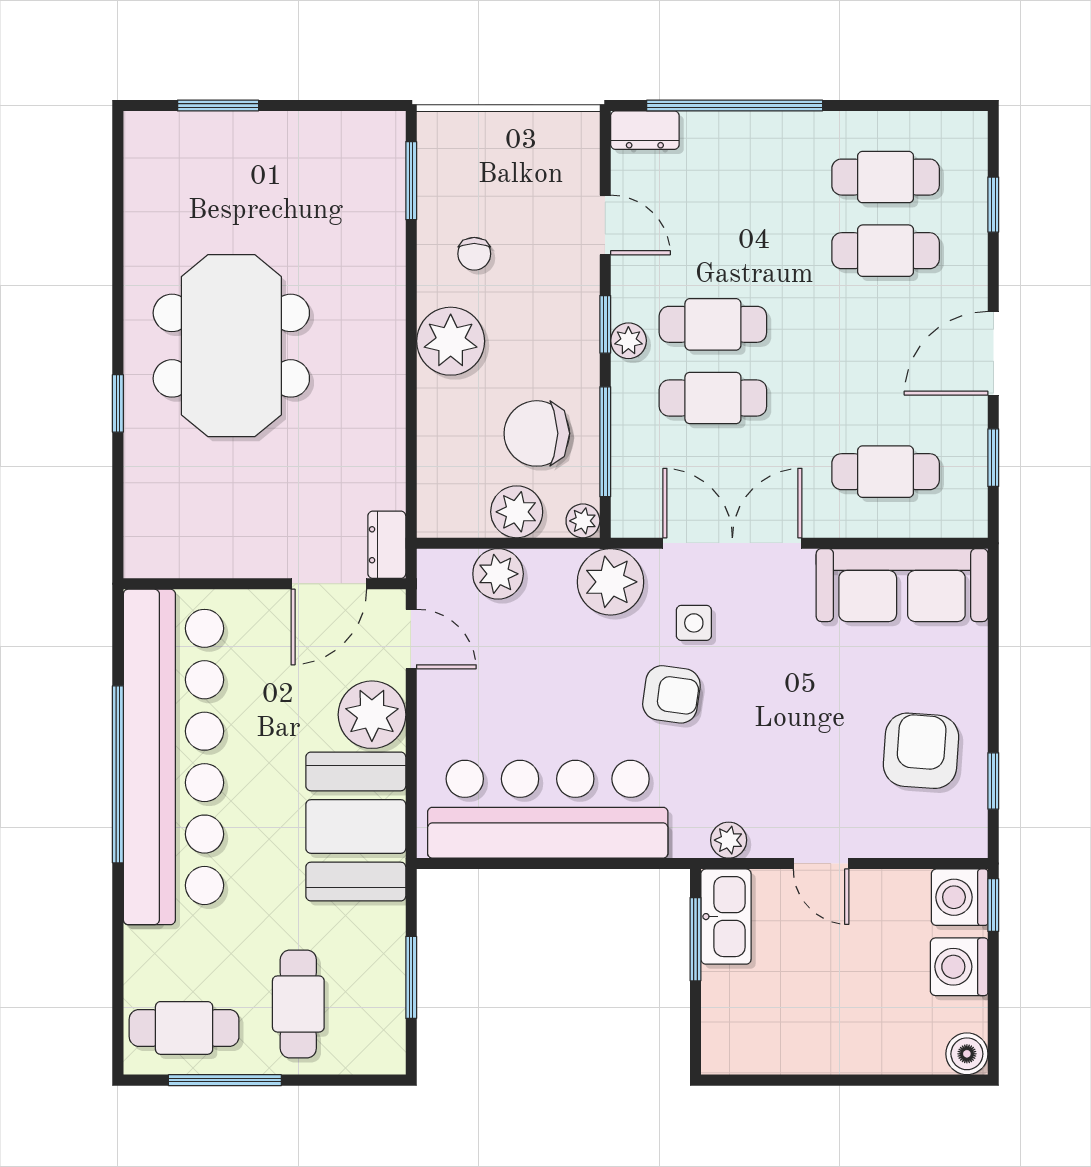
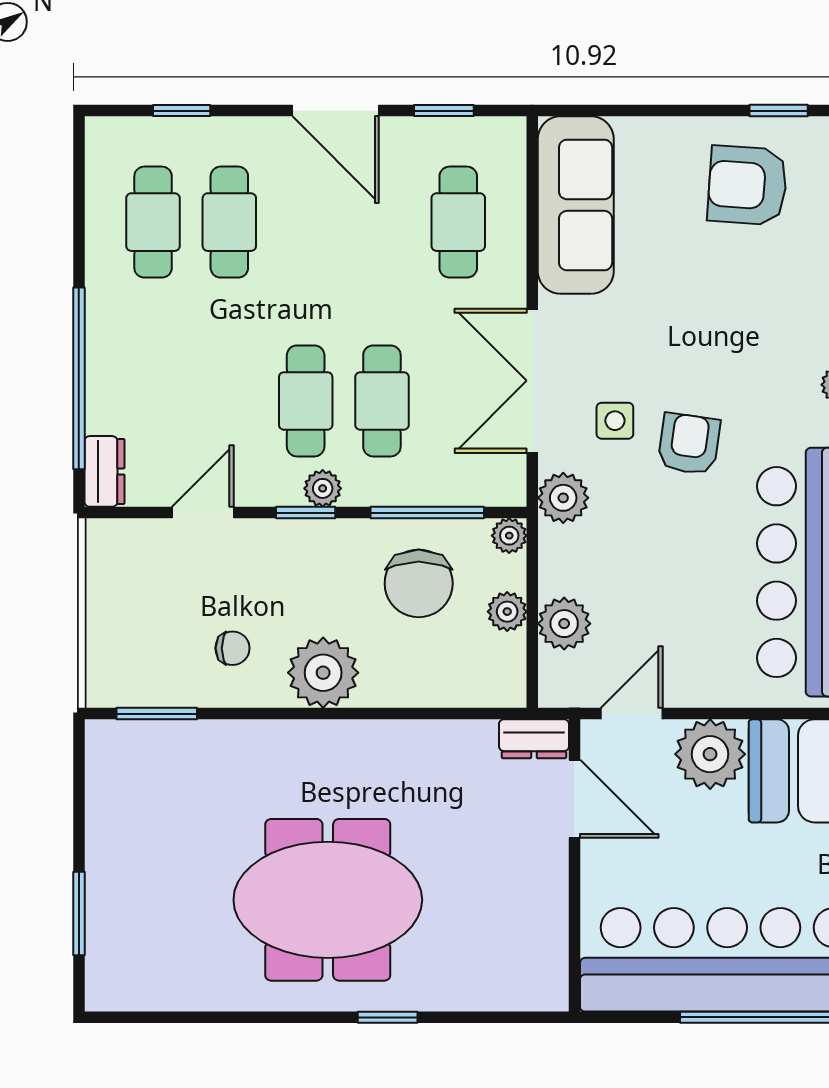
plant: (517, 512) -> (507, 612), width x0.73, depth x0.73
plant: (611, 582) -> (563, 498), width x0.73, depth x0.73

